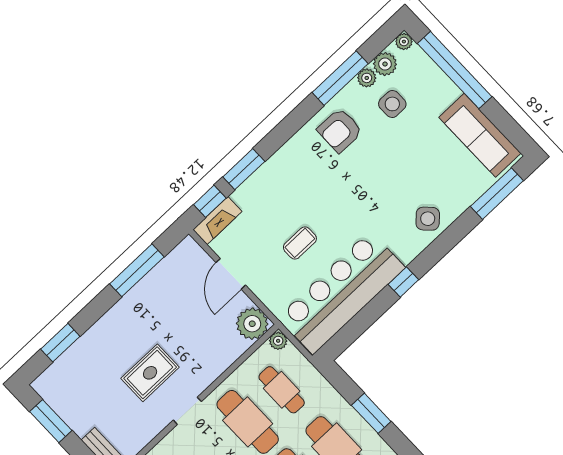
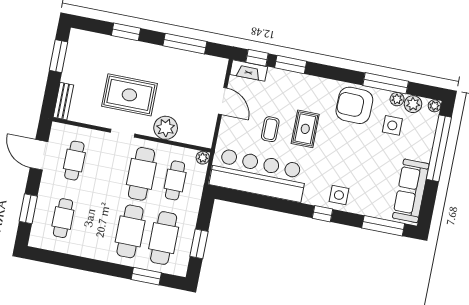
armchair: (340, 130) -> (354, 105), width x1.36, depth x1.36
rug: (327, 204) -> (305, 129), added
side table: (428, 219) -> (339, 195), turned 45
coffee table: (300, 243) -> (270, 129), turned 90
door: (231, 274) -> (223, 101), swing flipped
window: (403, 282) -> (322, 214), moved
plant: (252, 324) -> (166, 128), moved
window: (60, 343) -> (126, 32), moved
rug: (150, 373) -> (129, 95), width x1.36, depth x1.43

